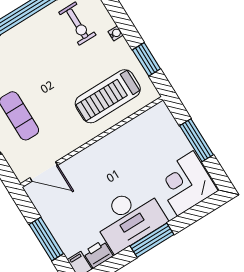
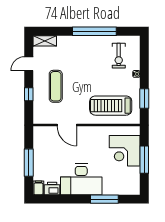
door: (44, 172) -> (67, 125), moved
corner desk: (185, 183) -> (125, 151), moved, turned -90
window: (152, 240) -> (104, 199), moved

